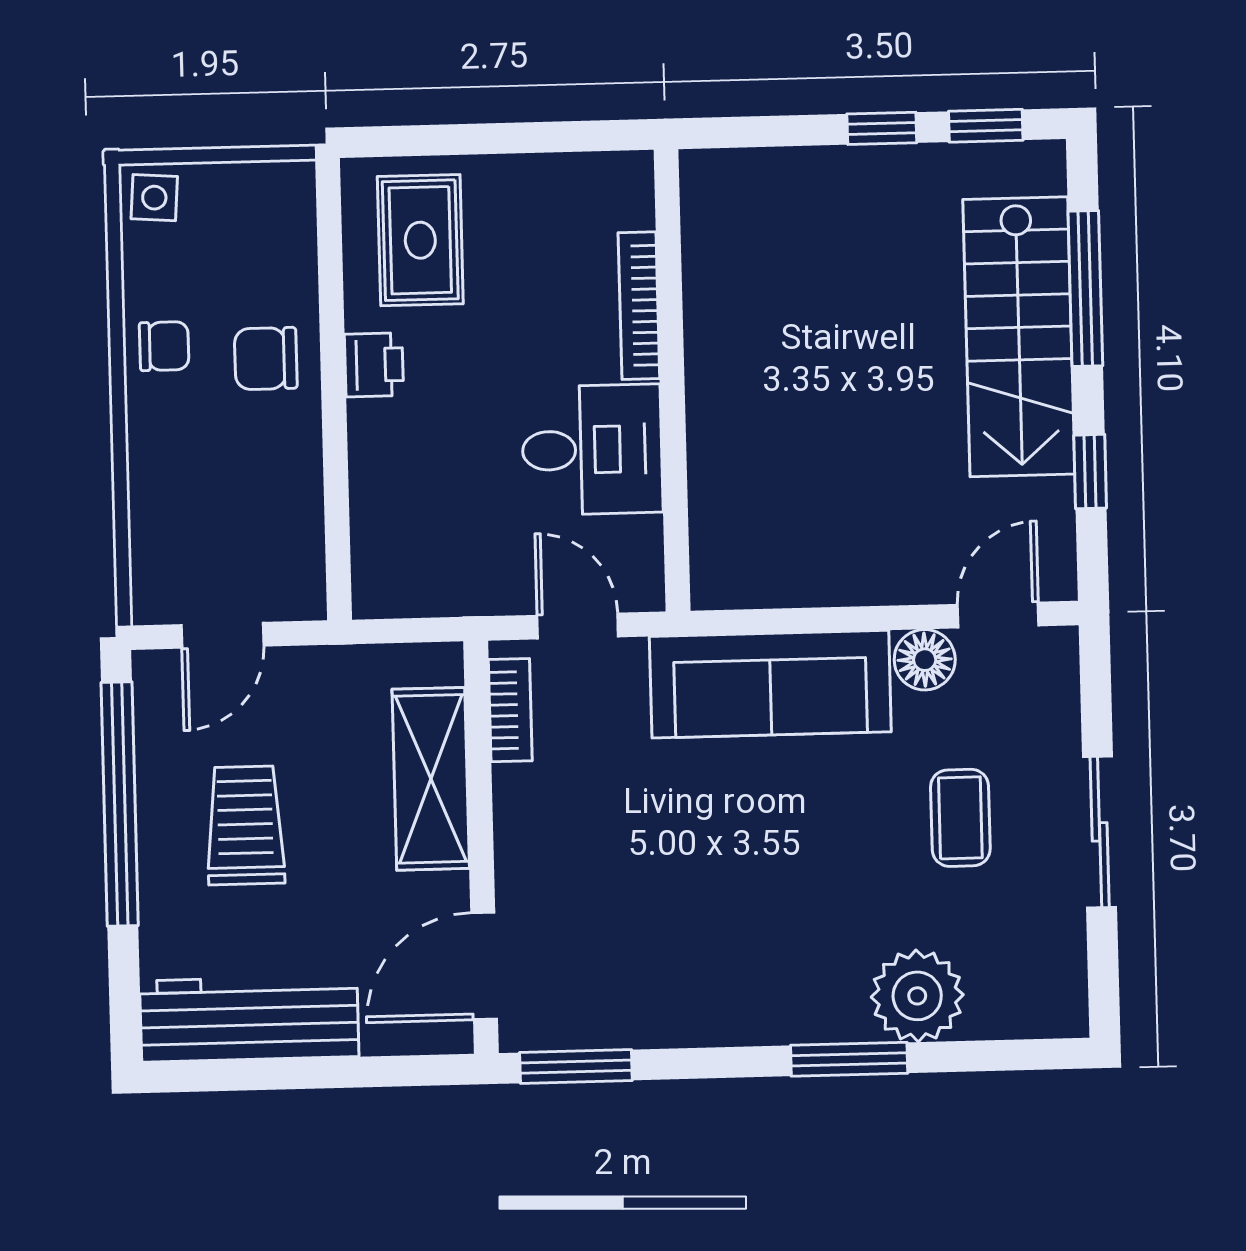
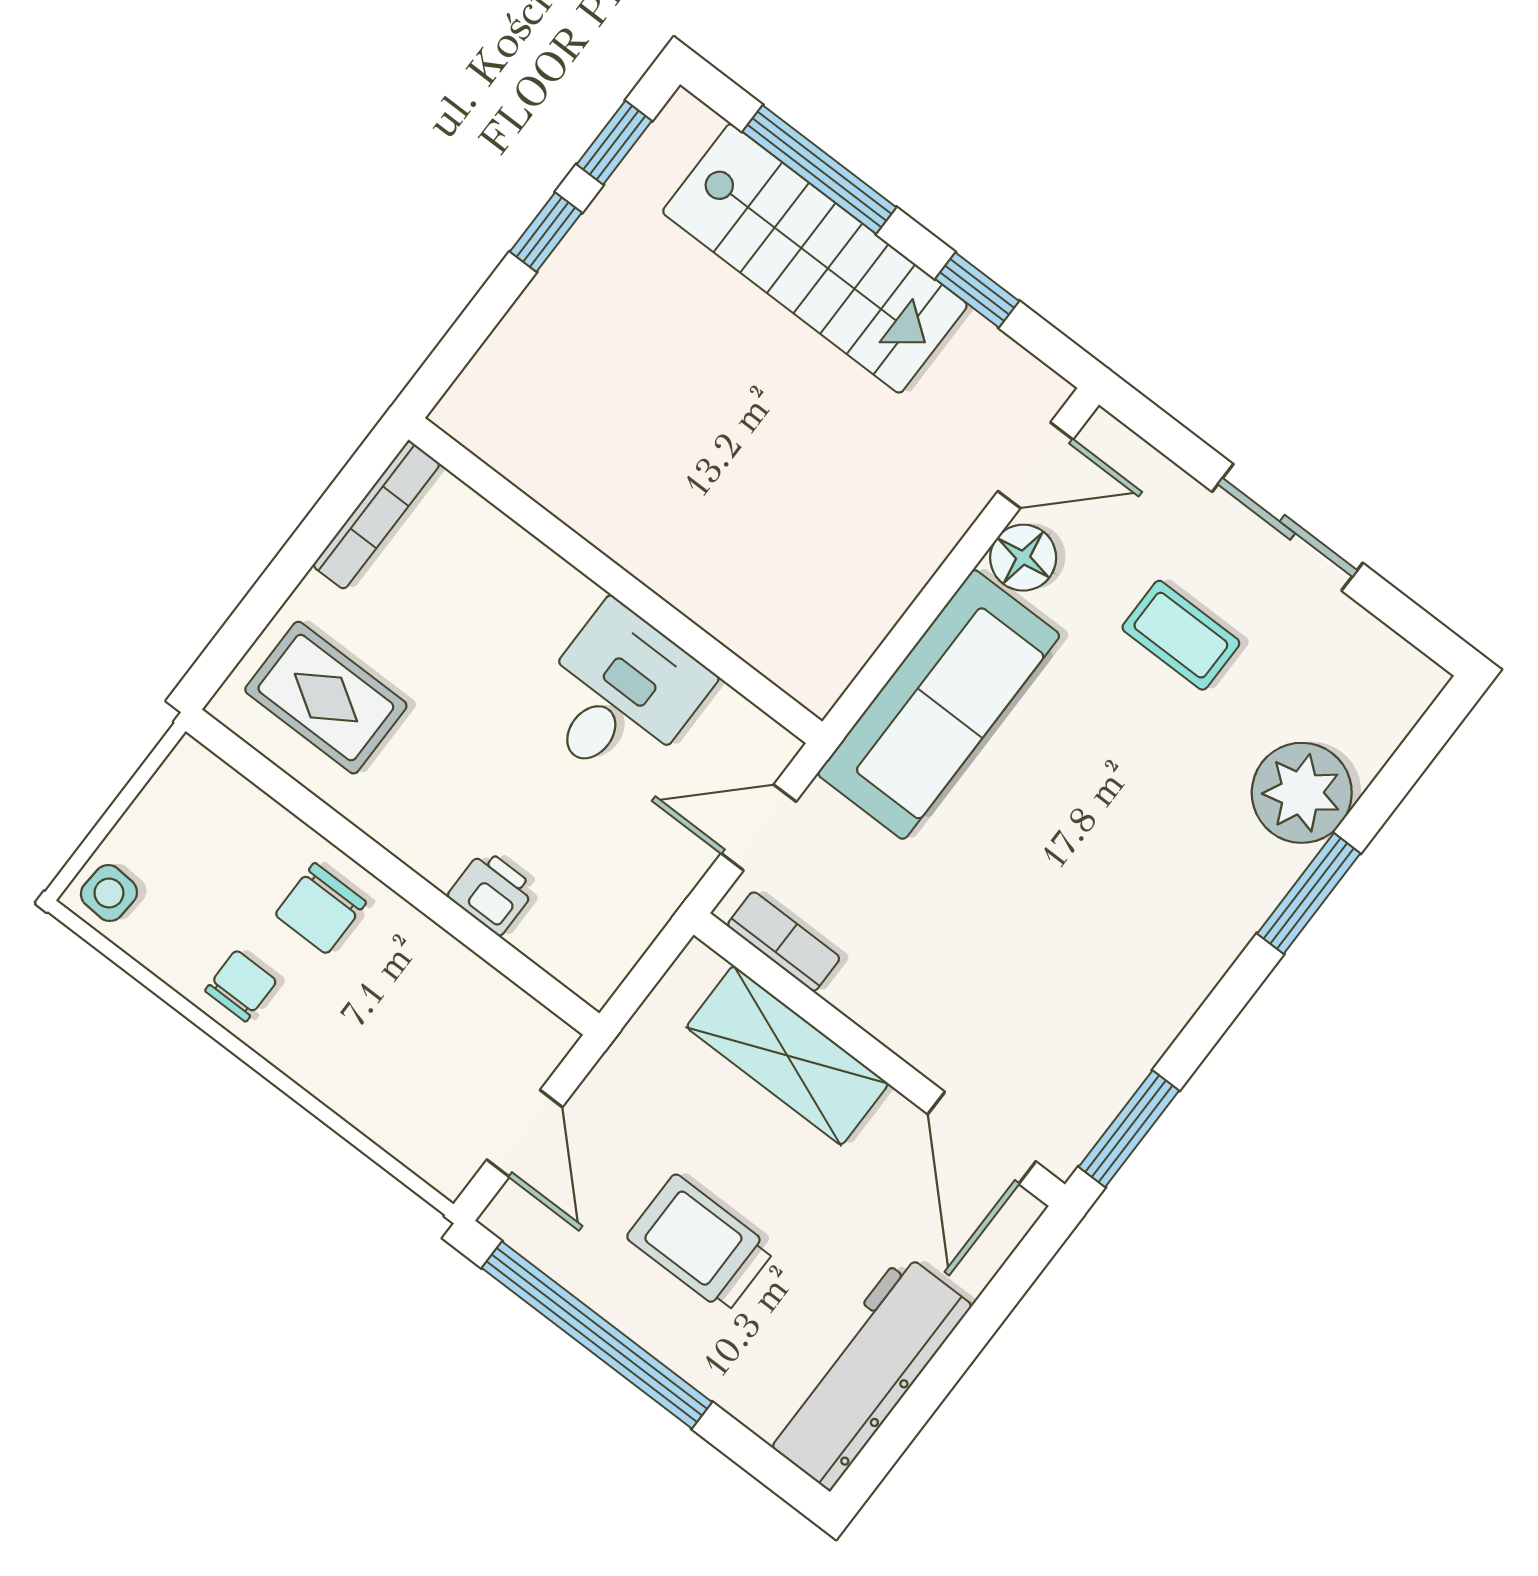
bookcase: (639, 306) -> (376, 515), moved, turned -90
printer: (374, 365) -> (492, 892), moved
door: (998, 615) -> (1035, 465), swing flipped

